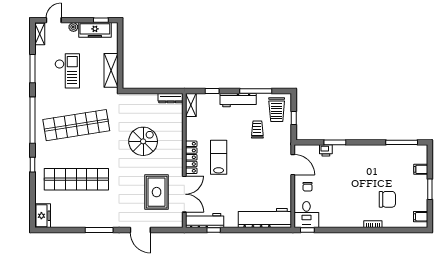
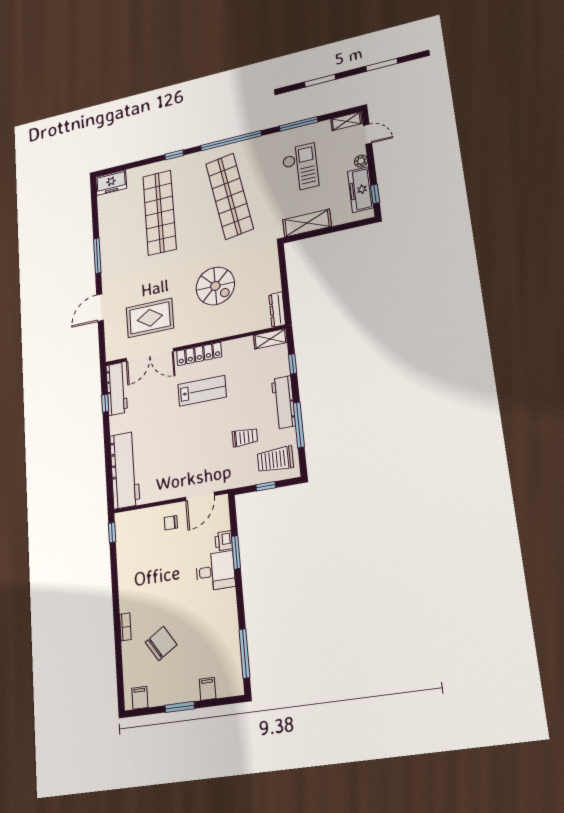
checkout: (67, 71) -> (300, 168), turned -90
chair: (387, 199) -> (161, 643), turned -123
desk: (306, 215) -> (215, 571), moved, turned 180

